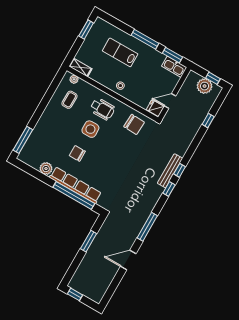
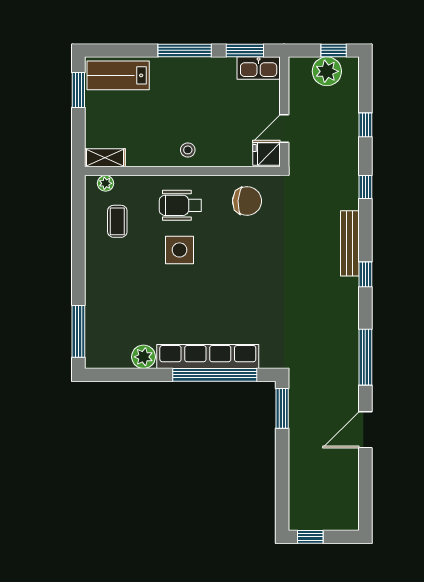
lab bench: (120, 52) -> (118, 75), moved
wheelchair: (102, 109) -> (180, 205), turned 180
chair: (77, 153) -> (181, 302), removed
window: (180, 170) -> (365, 187), moved
window: (89, 241) -> (282, 408), moved

